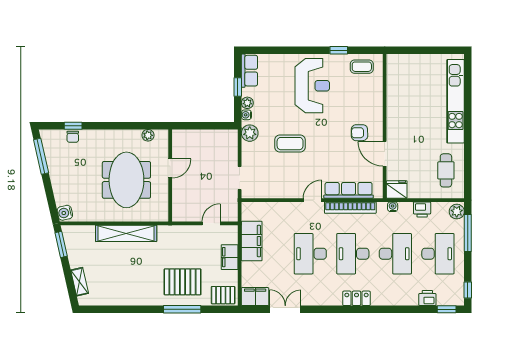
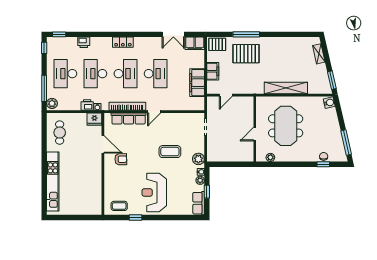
printer: (422, 209) -> (87, 105), moved
printer: (427, 298) -> (84, 42), moved

